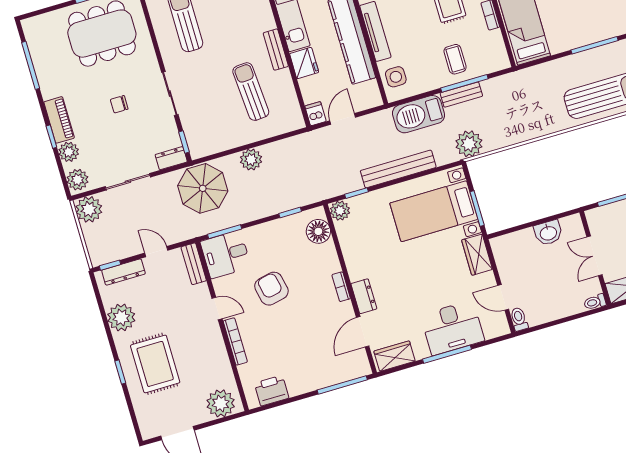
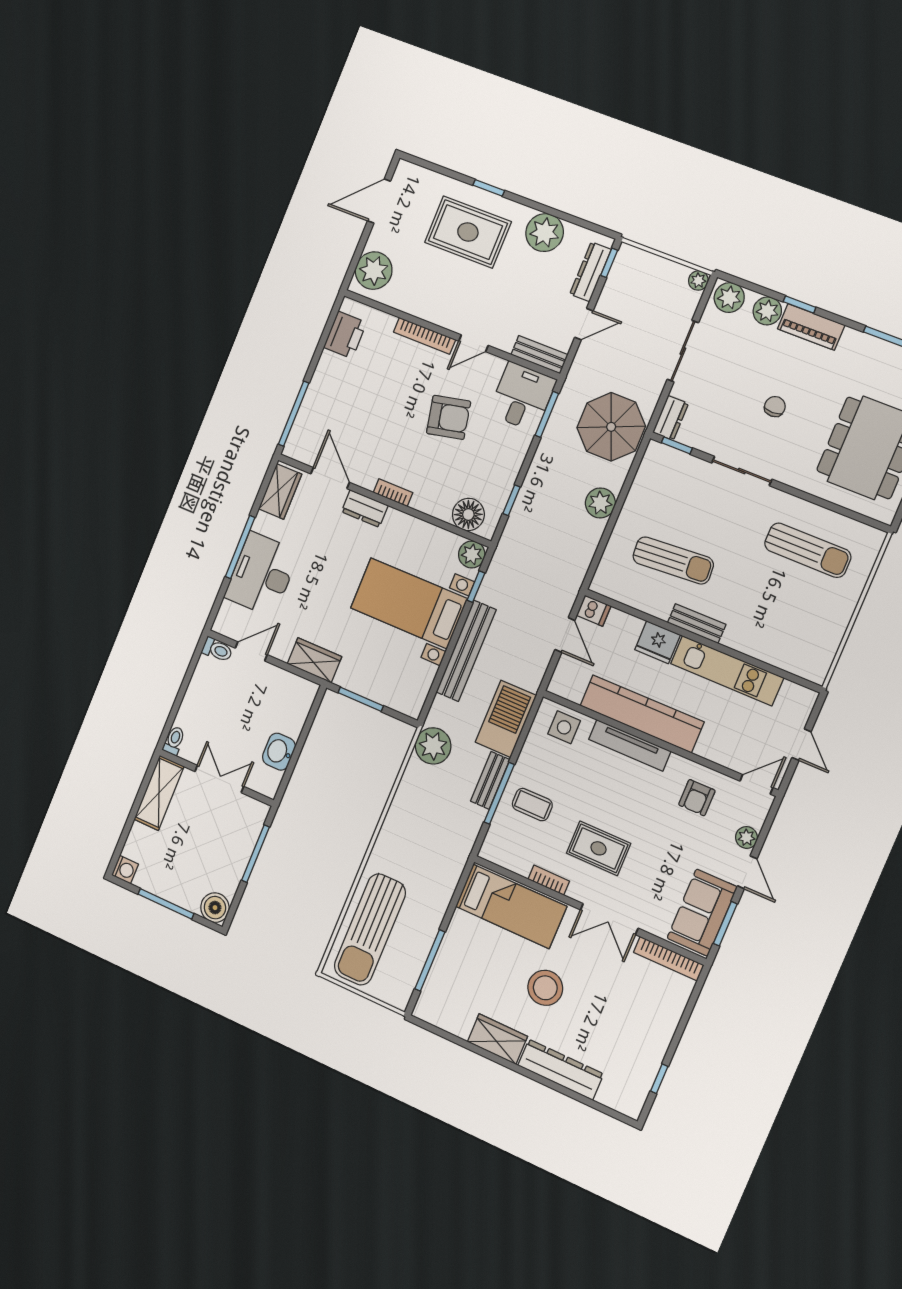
plant: (89, 209) -> (698, 280), width x0.53, depth x0.53
bed with nightstands: (434, 211) -> (409, 603), moved, turned -90

